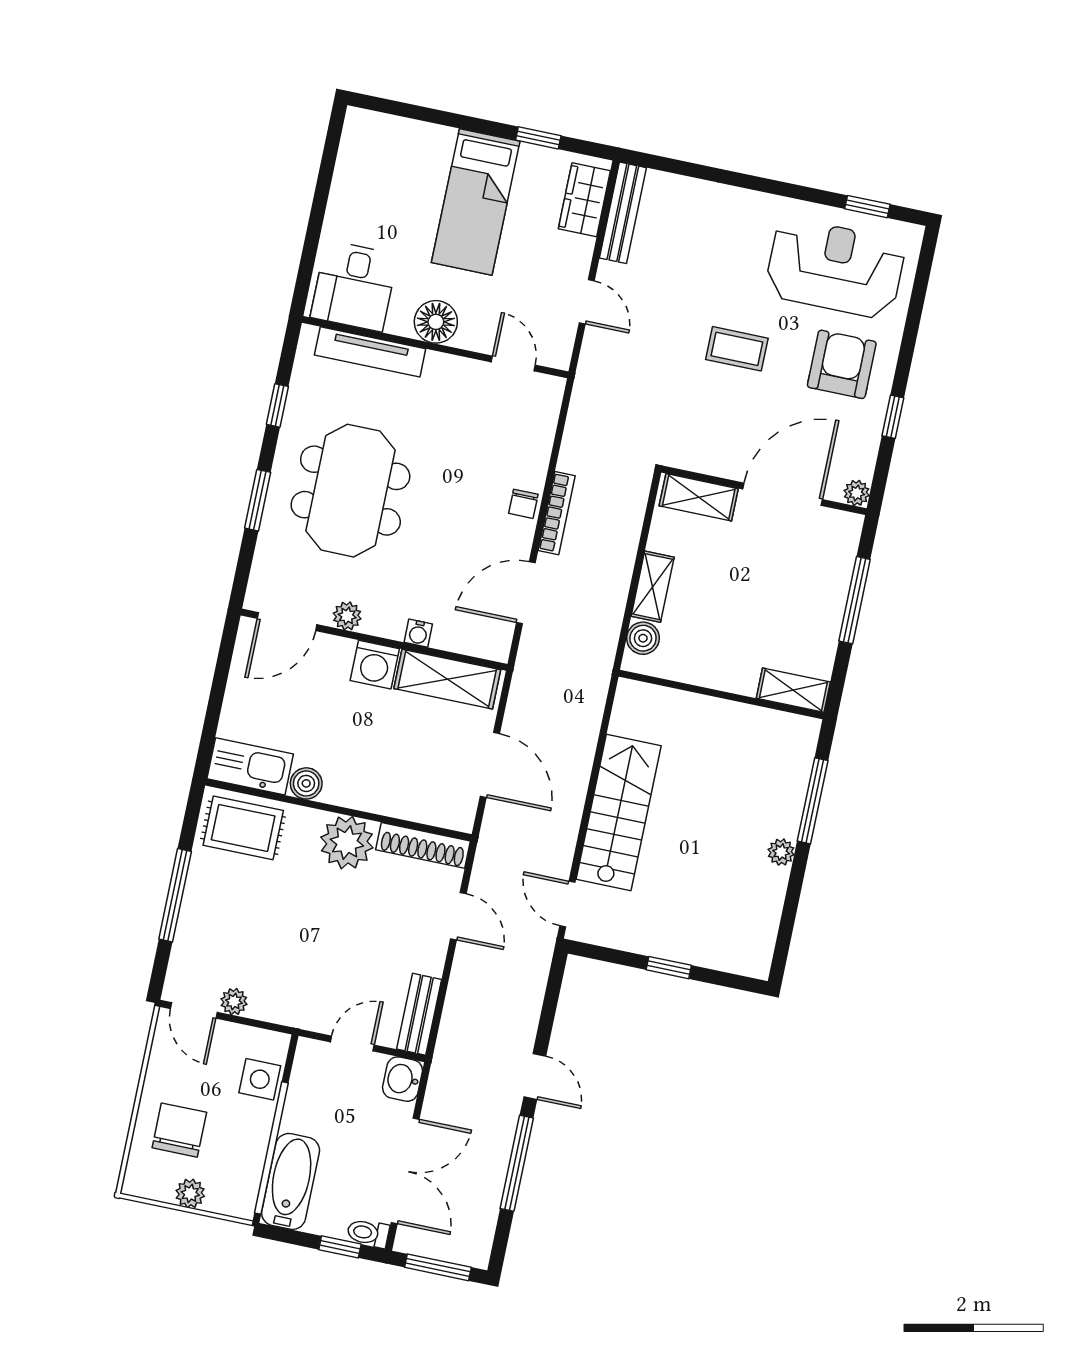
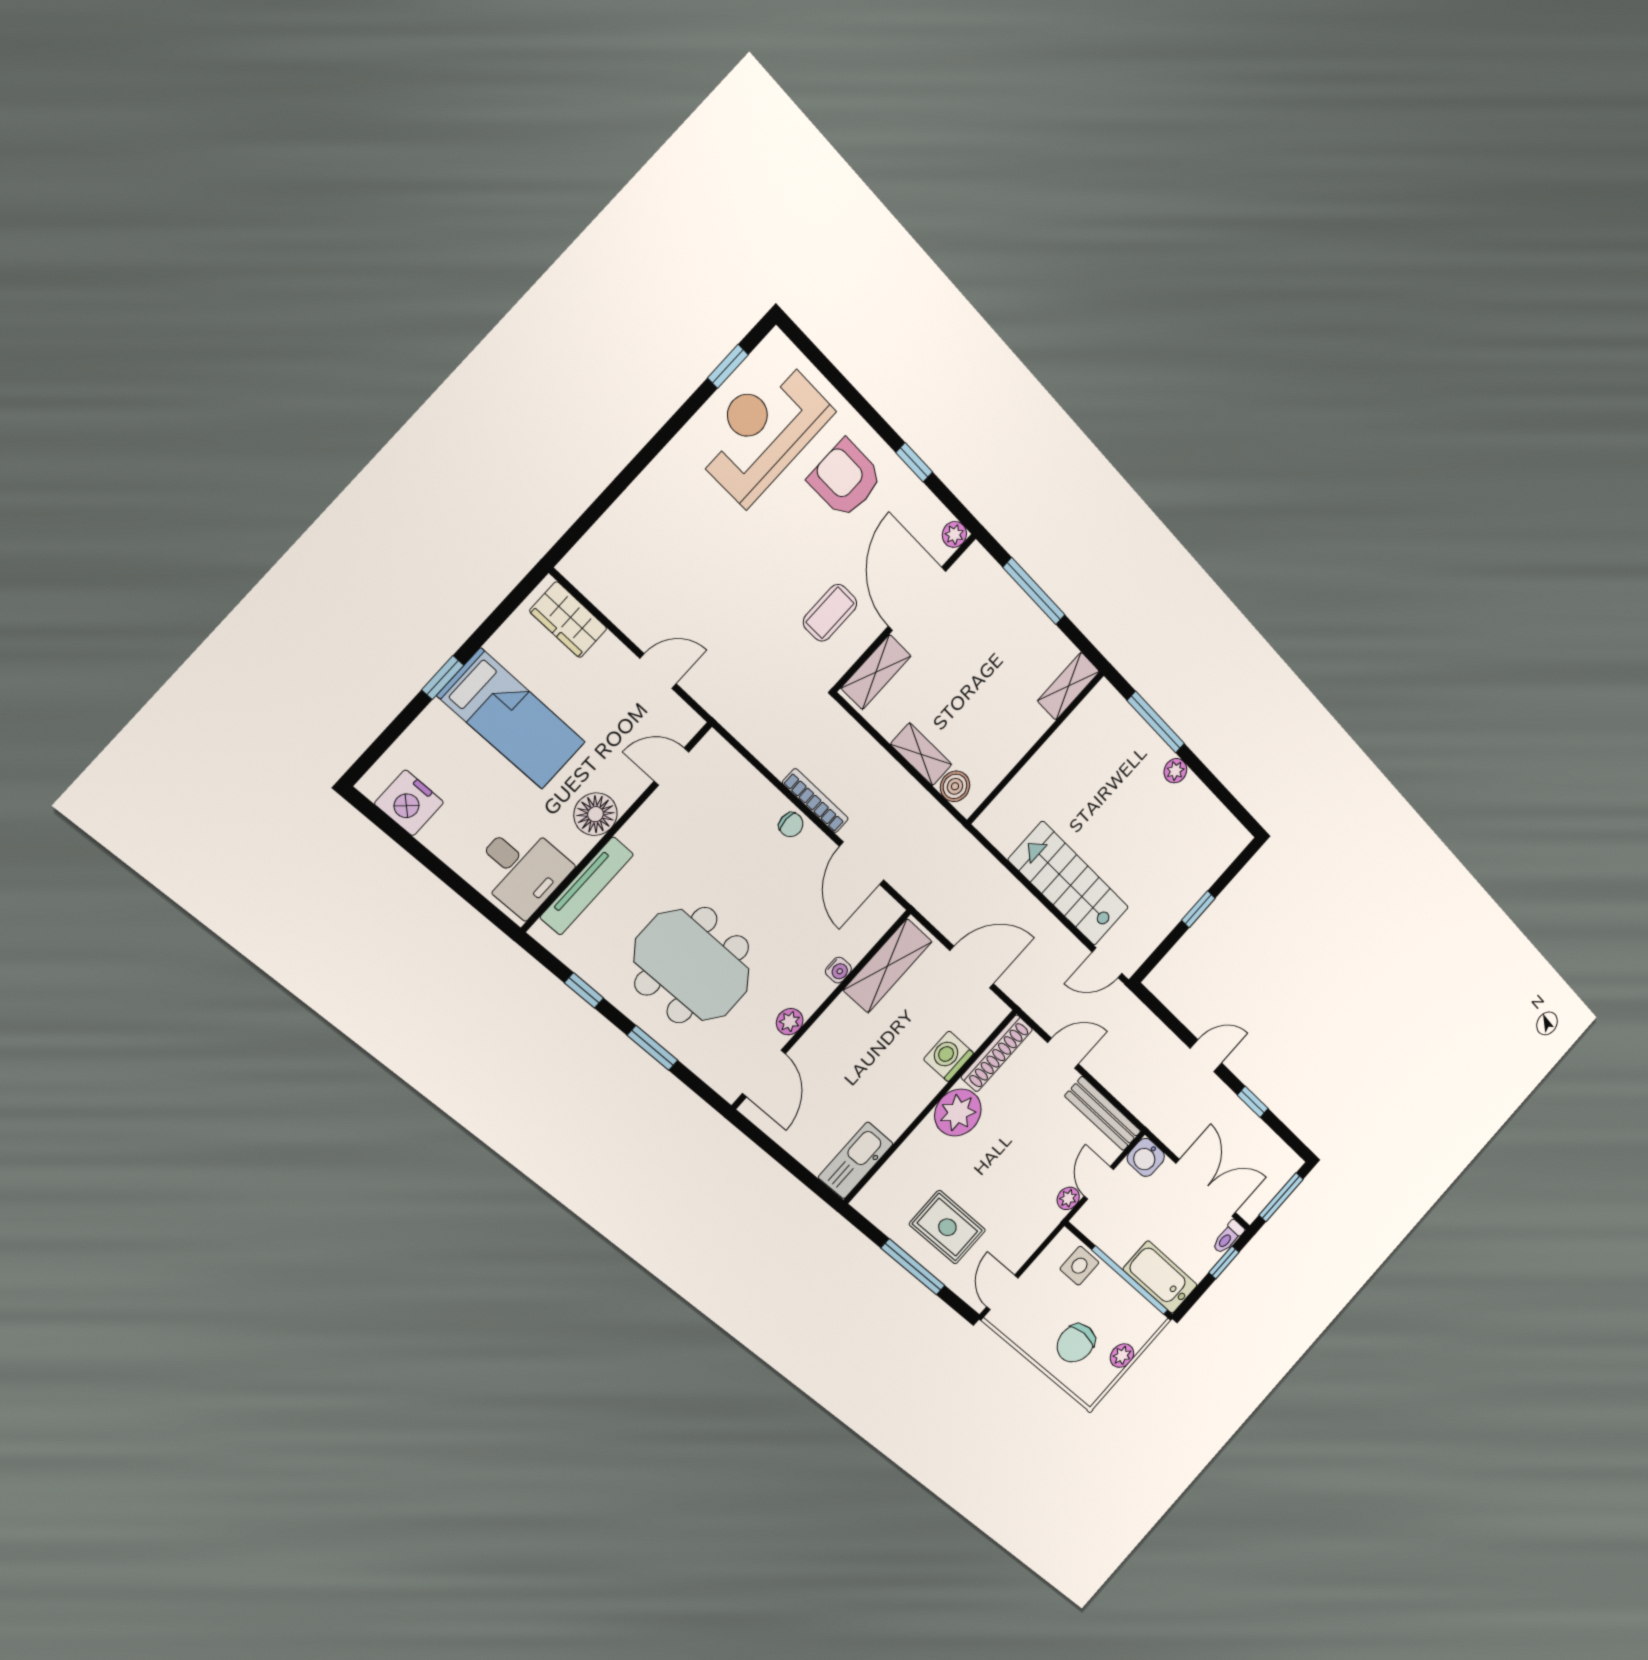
window: (538, 138) -> (443, 678), moved
nightstand: (359, 159) -> (409, 803), added
bench: (623, 213) -> (601, 592), removed
coffee table: (737, 349) -> (830, 613), moved
washing machine: (375, 665) -> (949, 1056), moved, turned 180
boiler: (306, 783) -> (895, 1122), removed
rug: (243, 828) -> (947, 1227), moved, turned 90
plant: (234, 1002) -> (1068, 1198), moved
door: (194, 1010) -> (1002, 1292), swing flipped
bench: (419, 1014) -> (1103, 1114), width x1.36
chair: (179, 1130) -> (1076, 1343), turned -90
window: (517, 1163) -> (1253, 1102), width x0.46

